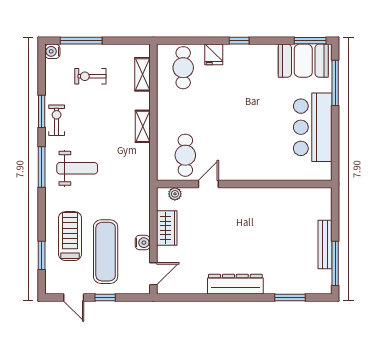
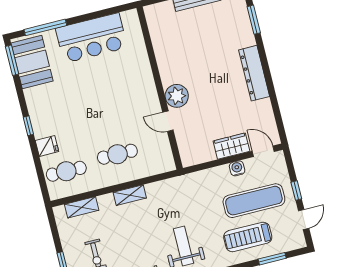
cafe table: (185, 155) -> (117, 154), moved
plant: (175, 194) -> (177, 96), moved, width x1.88, depth x1.88
wardrobe: (167, 228) -> (231, 146), moved

